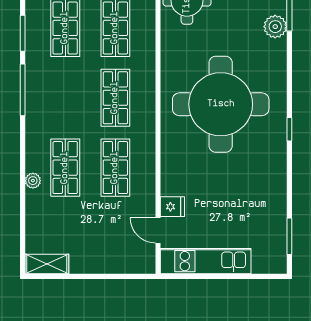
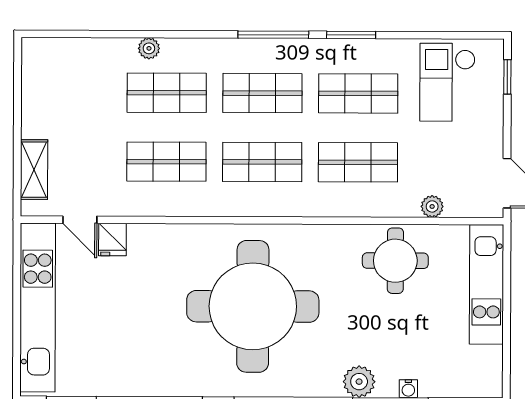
shop shelf: (65, 98) -> (262, 93), added
door: (158, 231) -> (80, 220), swing flipped
kitchen unit: (206, 261) -> (38, 307), width x1.36
shelving: (47, 264) -> (34, 170), moved

